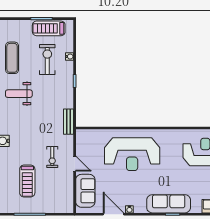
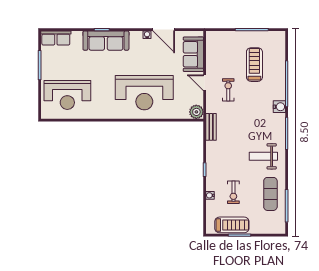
exercise bike: (47, 59) -> (233, 192), width x0.73, depth x0.72
weight bench: (19, 94) -> (263, 156), turned 180
plant: (82, 136) -> (196, 112), added
reception desk: (132, 154) -> (144, 93), turned 180

